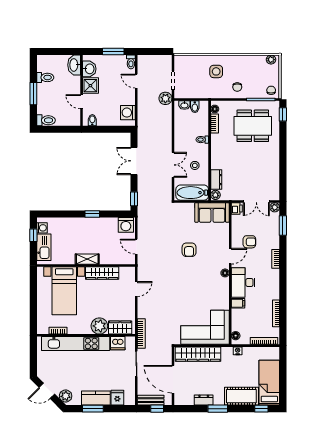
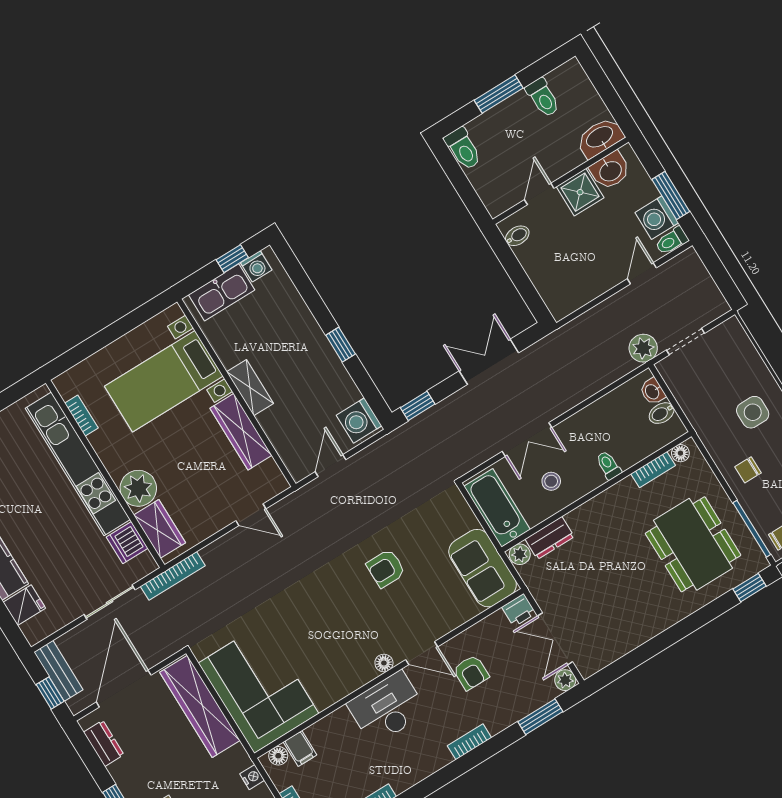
washing machine: (128, 113) -> (657, 218), moved, turned -90
filing cabinet: (238, 303) -> (300, 748), moved
dresser: (204, 400) -> (104, 743), moved

